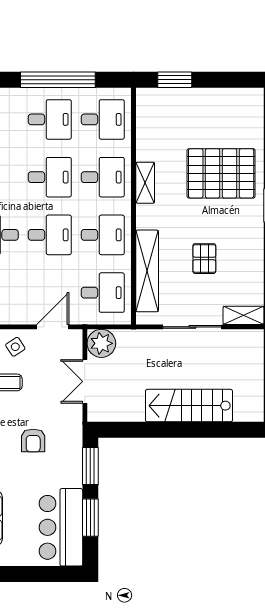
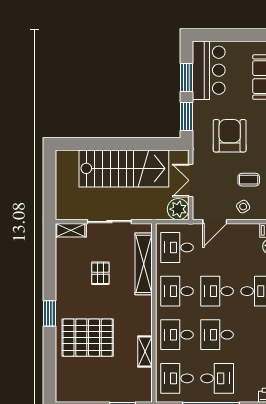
desk: (50, 119) -> (217, 378), turned 180
shelving: (145, 183) -> (145, 352), moved
double door: (85, 381) -> (191, 180), swing flipped
stairs: (189, 406) -> (124, 168), width x1.36, depth x1.51
armchair: (33, 441) -> (230, 136), width x1.88, depth x1.88

